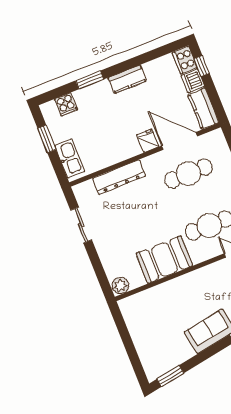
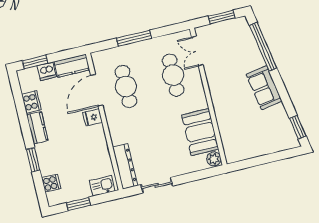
cooker: (185, 60) -> (31, 102), moved, turned -90
window: (202, 66) -> (35, 62), width x1.50
kitchen sink: (70, 158) -> (102, 186), width x0.73
dresser: (119, 177) -> (125, 166), moved
booth: (164, 259) -> (200, 132), moved

